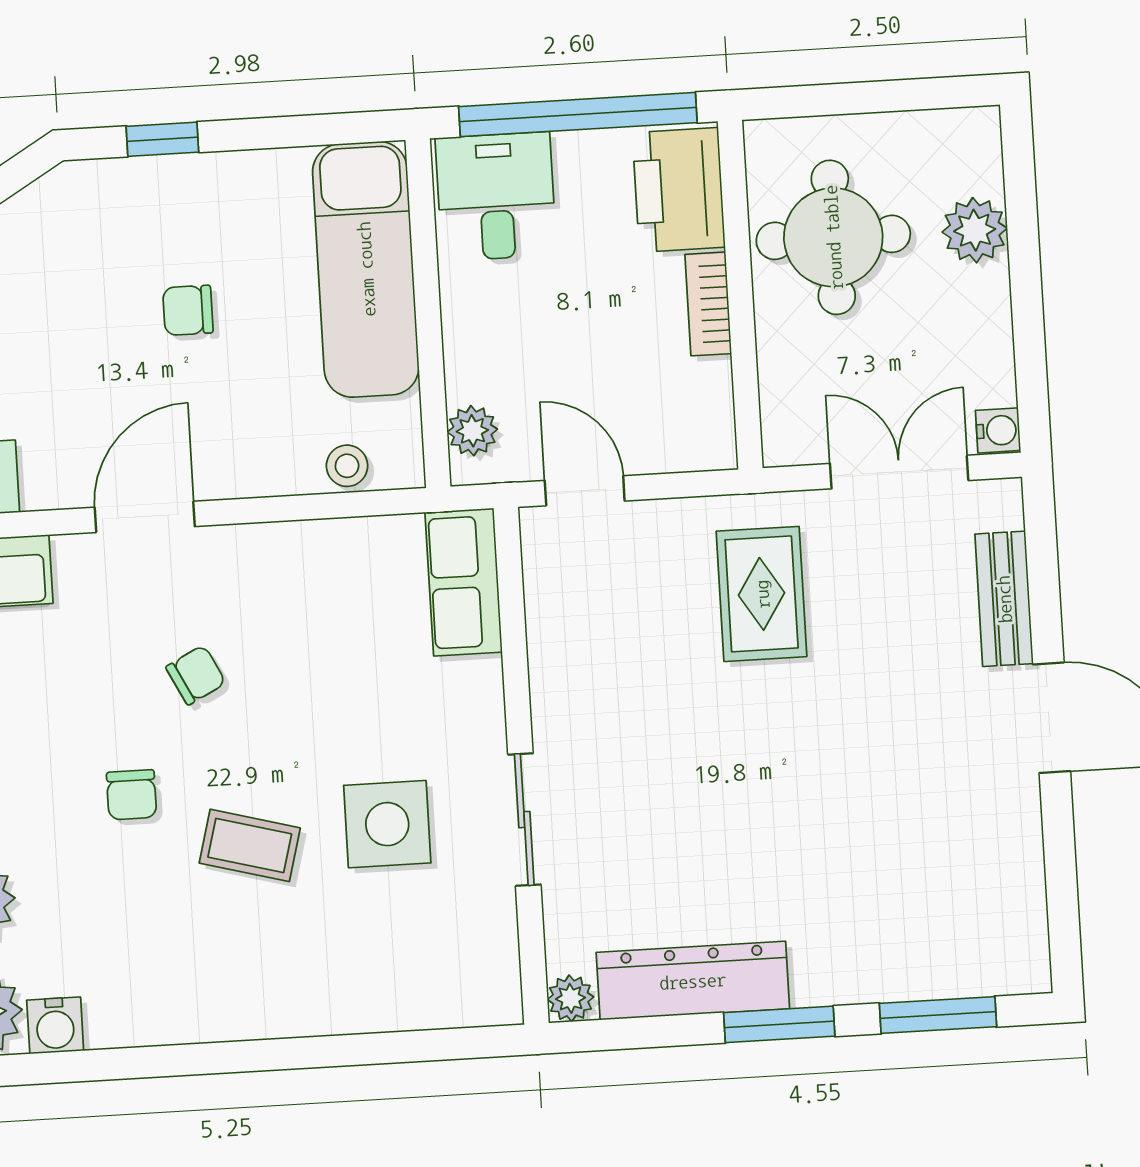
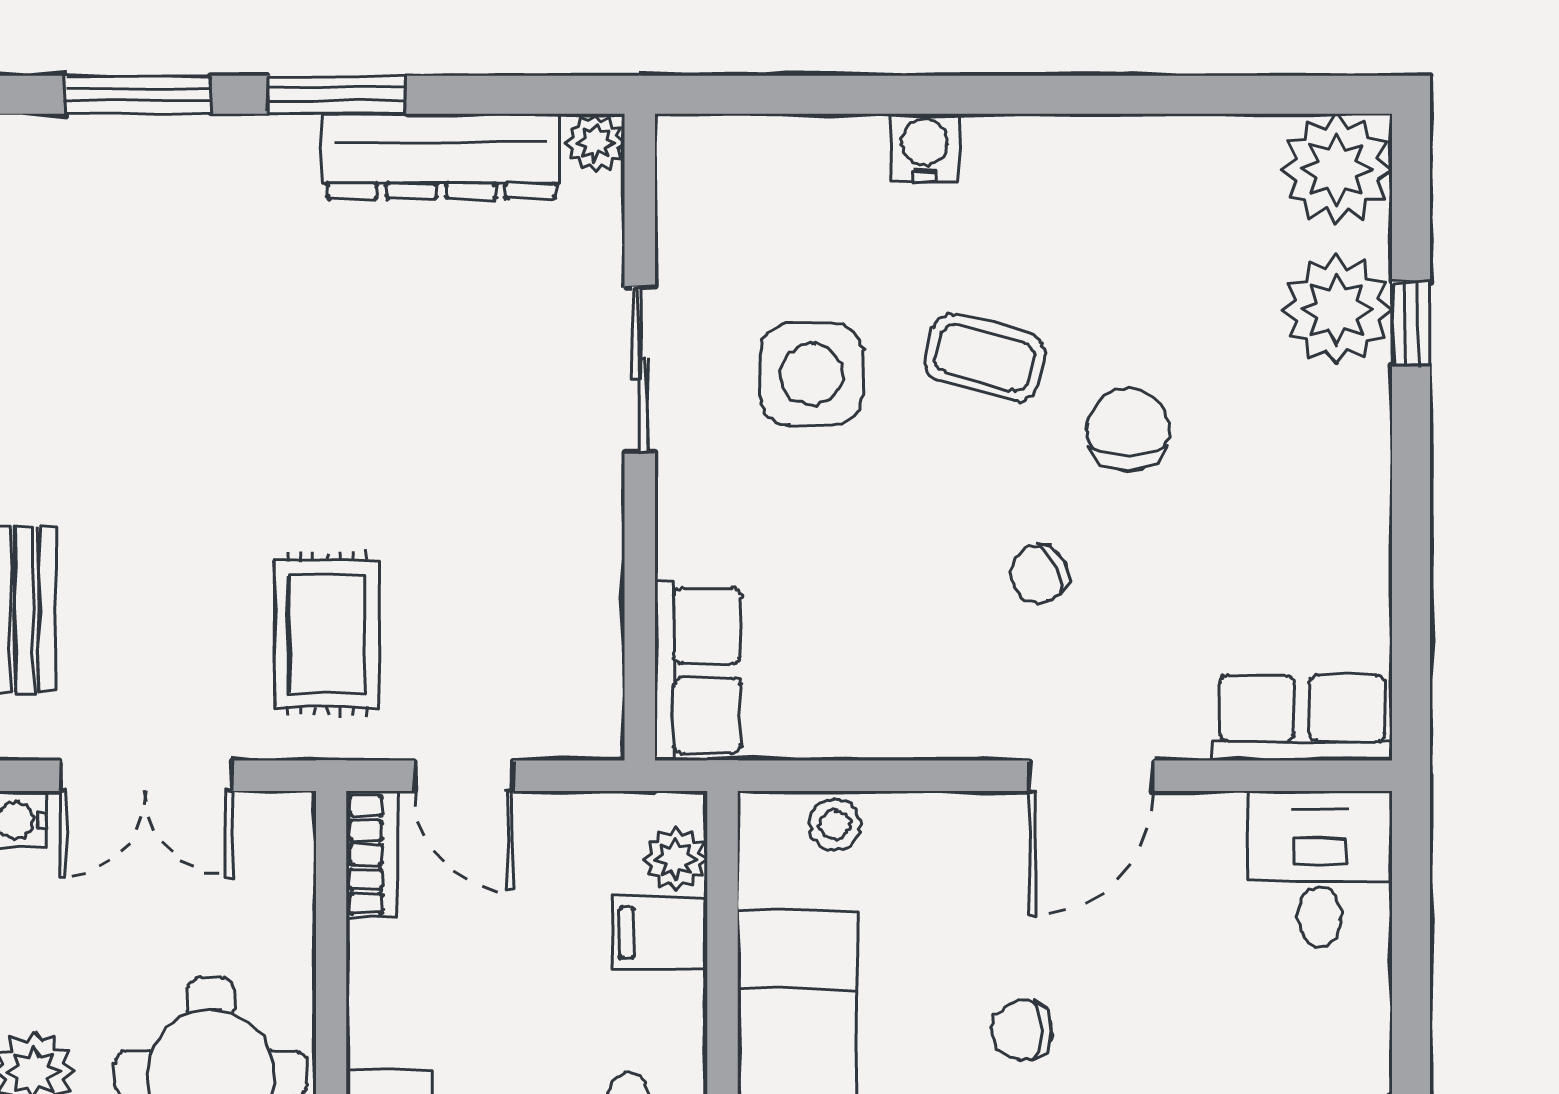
bookcase: (708, 304) -> (372, 854), moved
chair: (188, 310) -> (1022, 1030), turned 180
filing cabinet: (482, 371) -> (660, 932), added
door: (585, 491) -> (464, 776), moved
chair: (132, 795) -> (1128, 430), width x1.37, depth x1.37
water cooler: (55, 1025) -> (925, 147), moved

